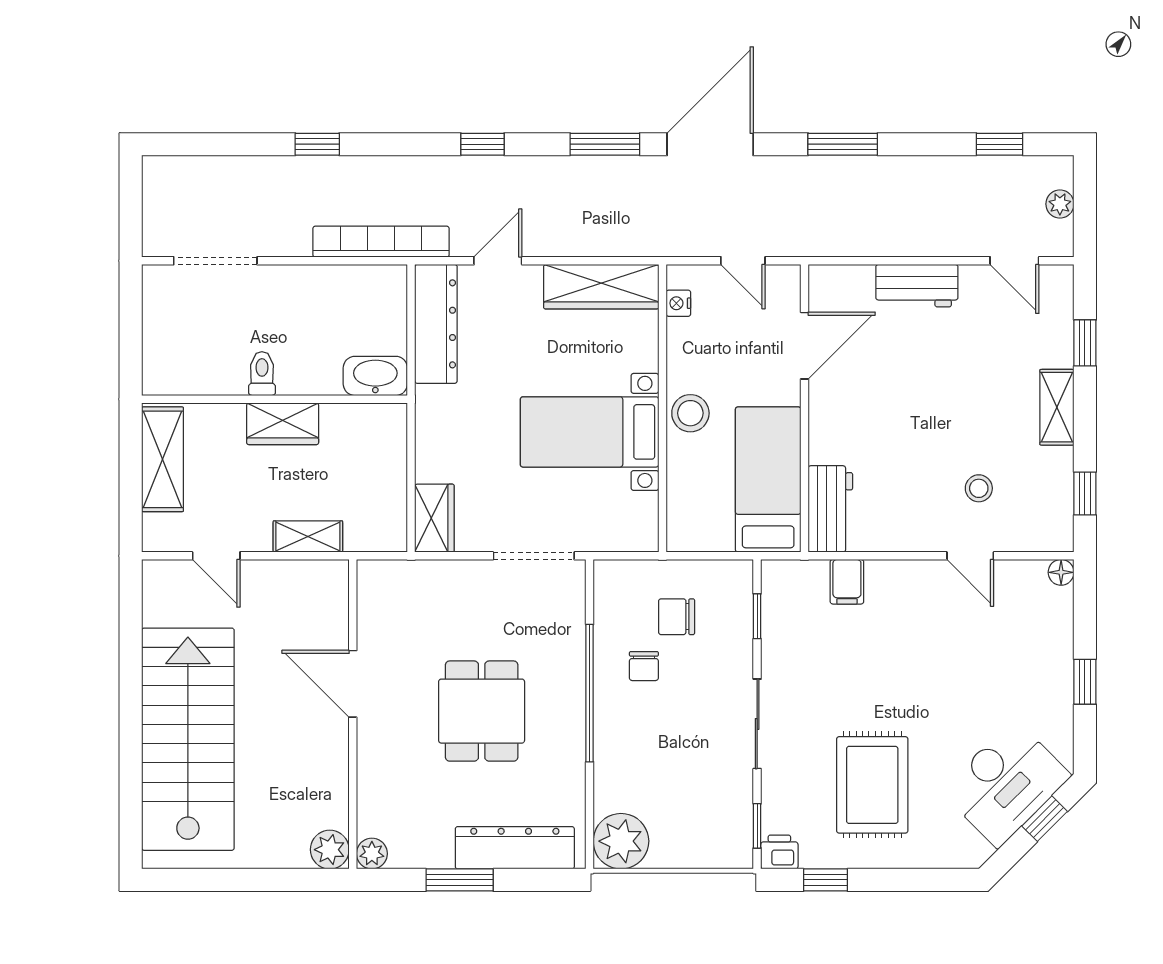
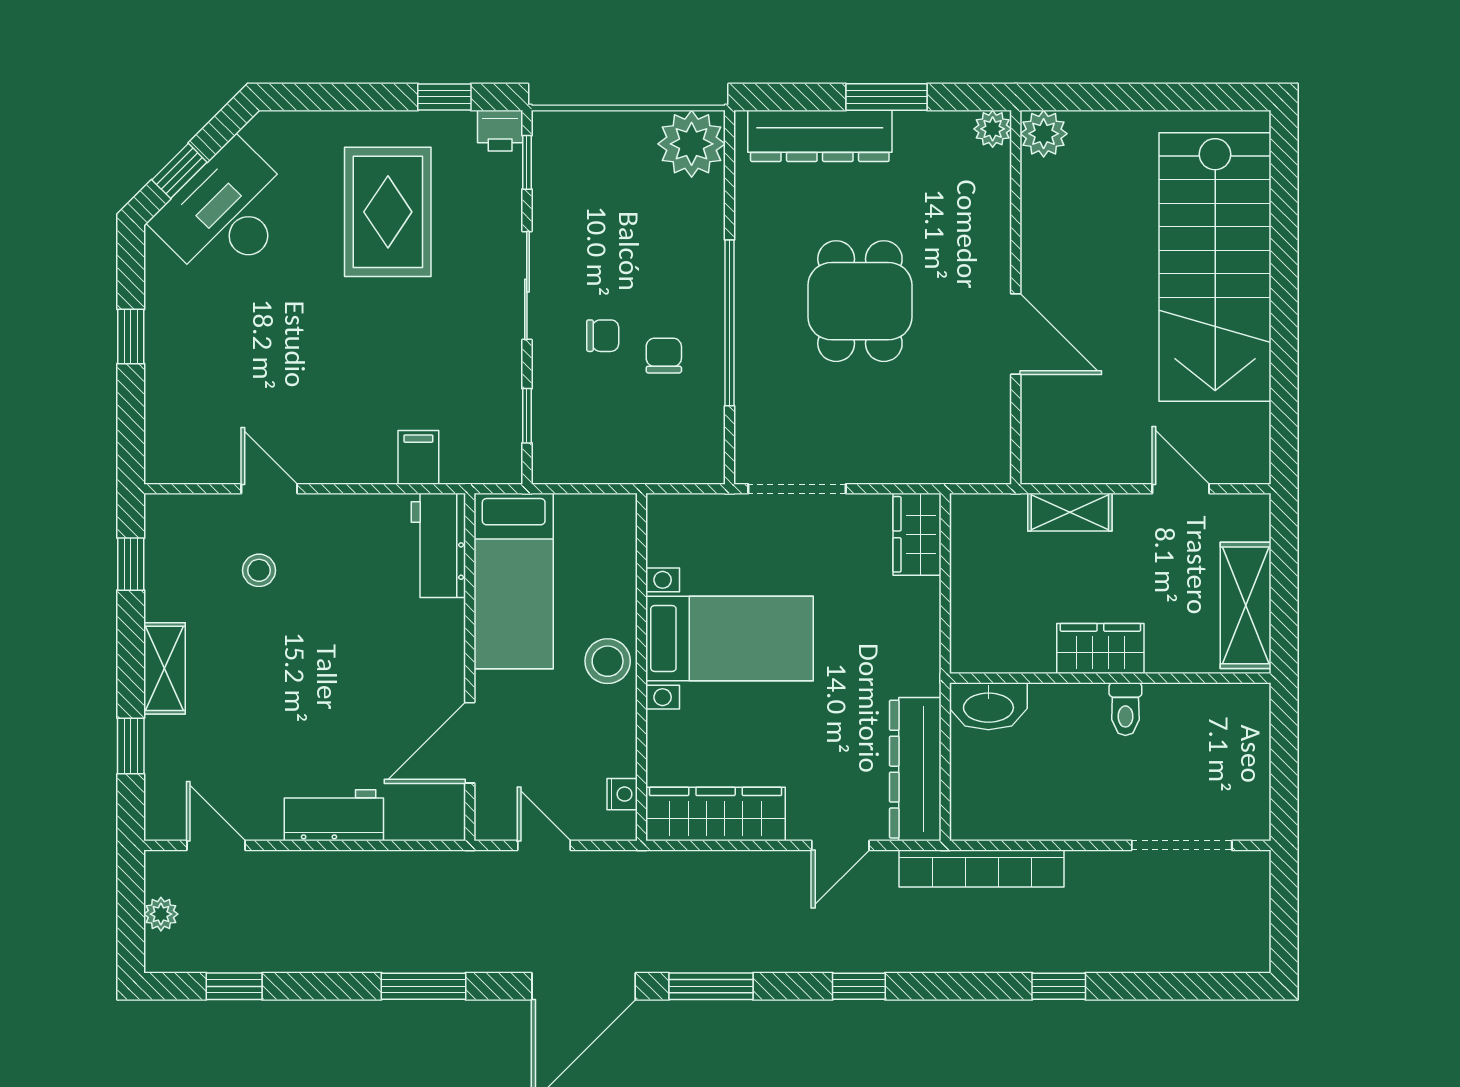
floor lamp: (1061, 572) -> (160, 469), removed
chair: (677, 617) -> (603, 336), moved, width x0.73, depth x0.73

